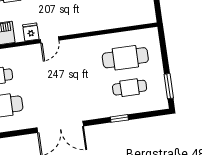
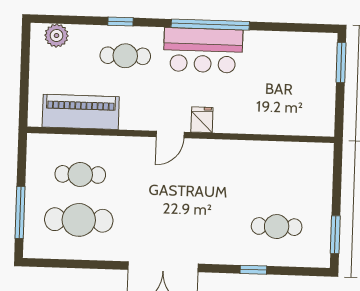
fridge: (31, 32) -> (202, 120), moved
cafe table: (125, 58) -> (278, 181), removed

